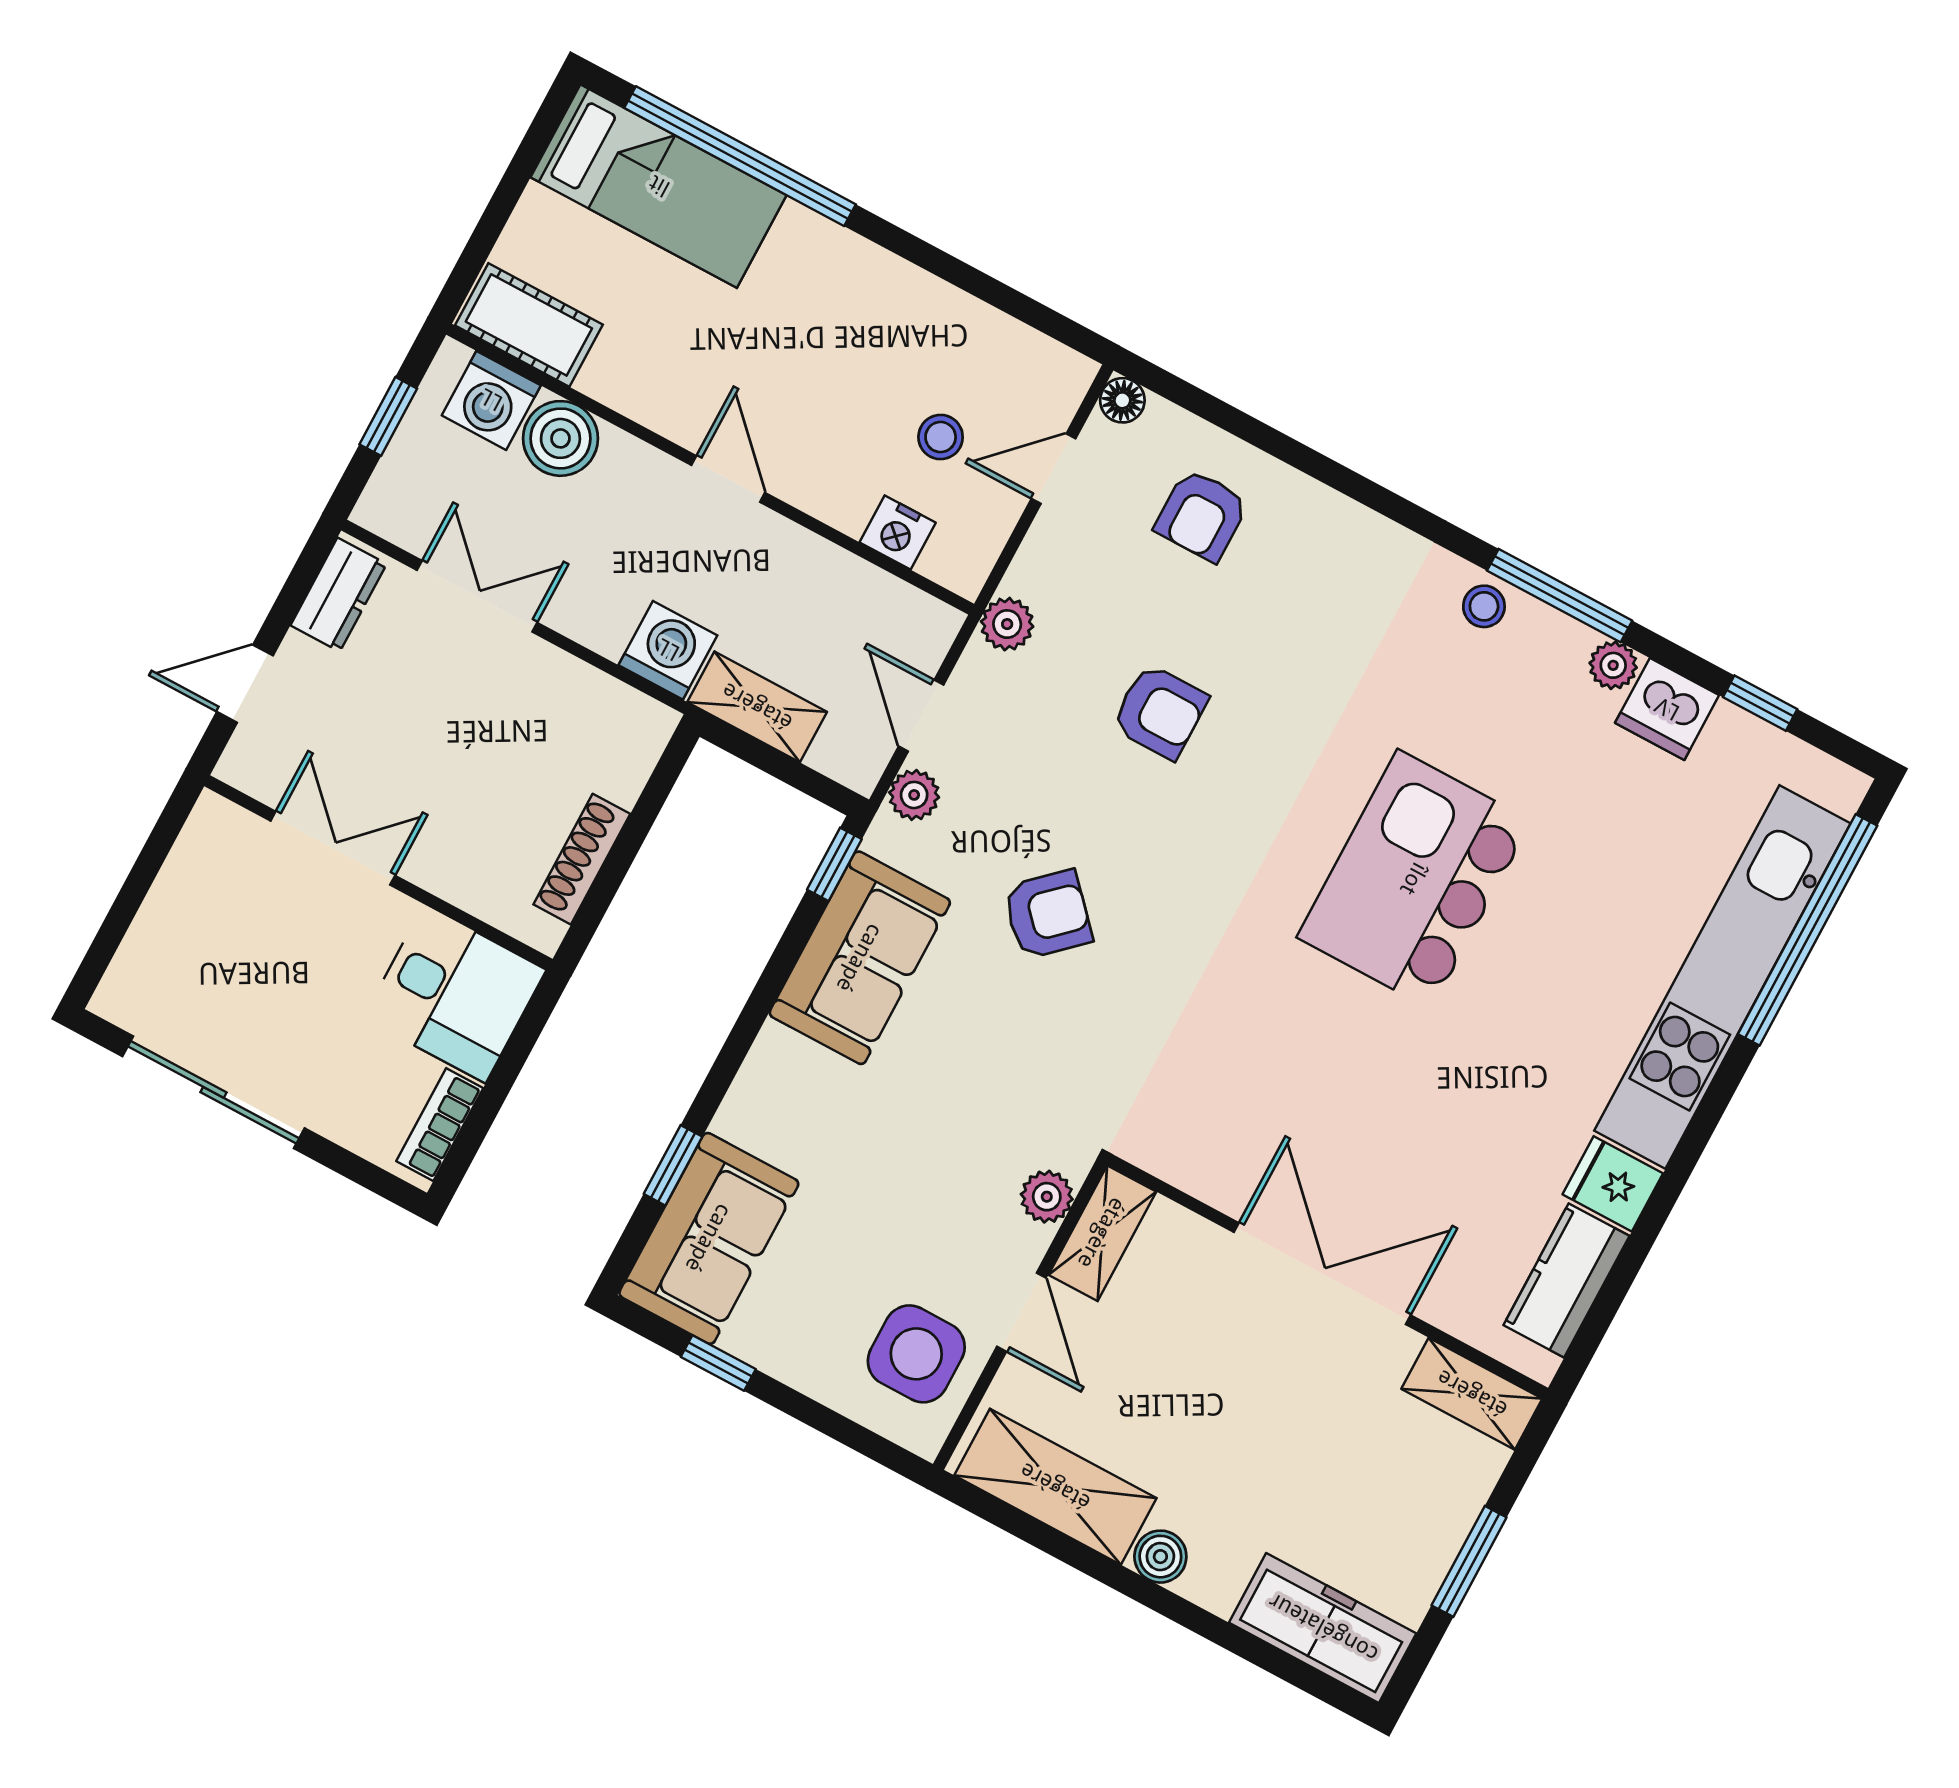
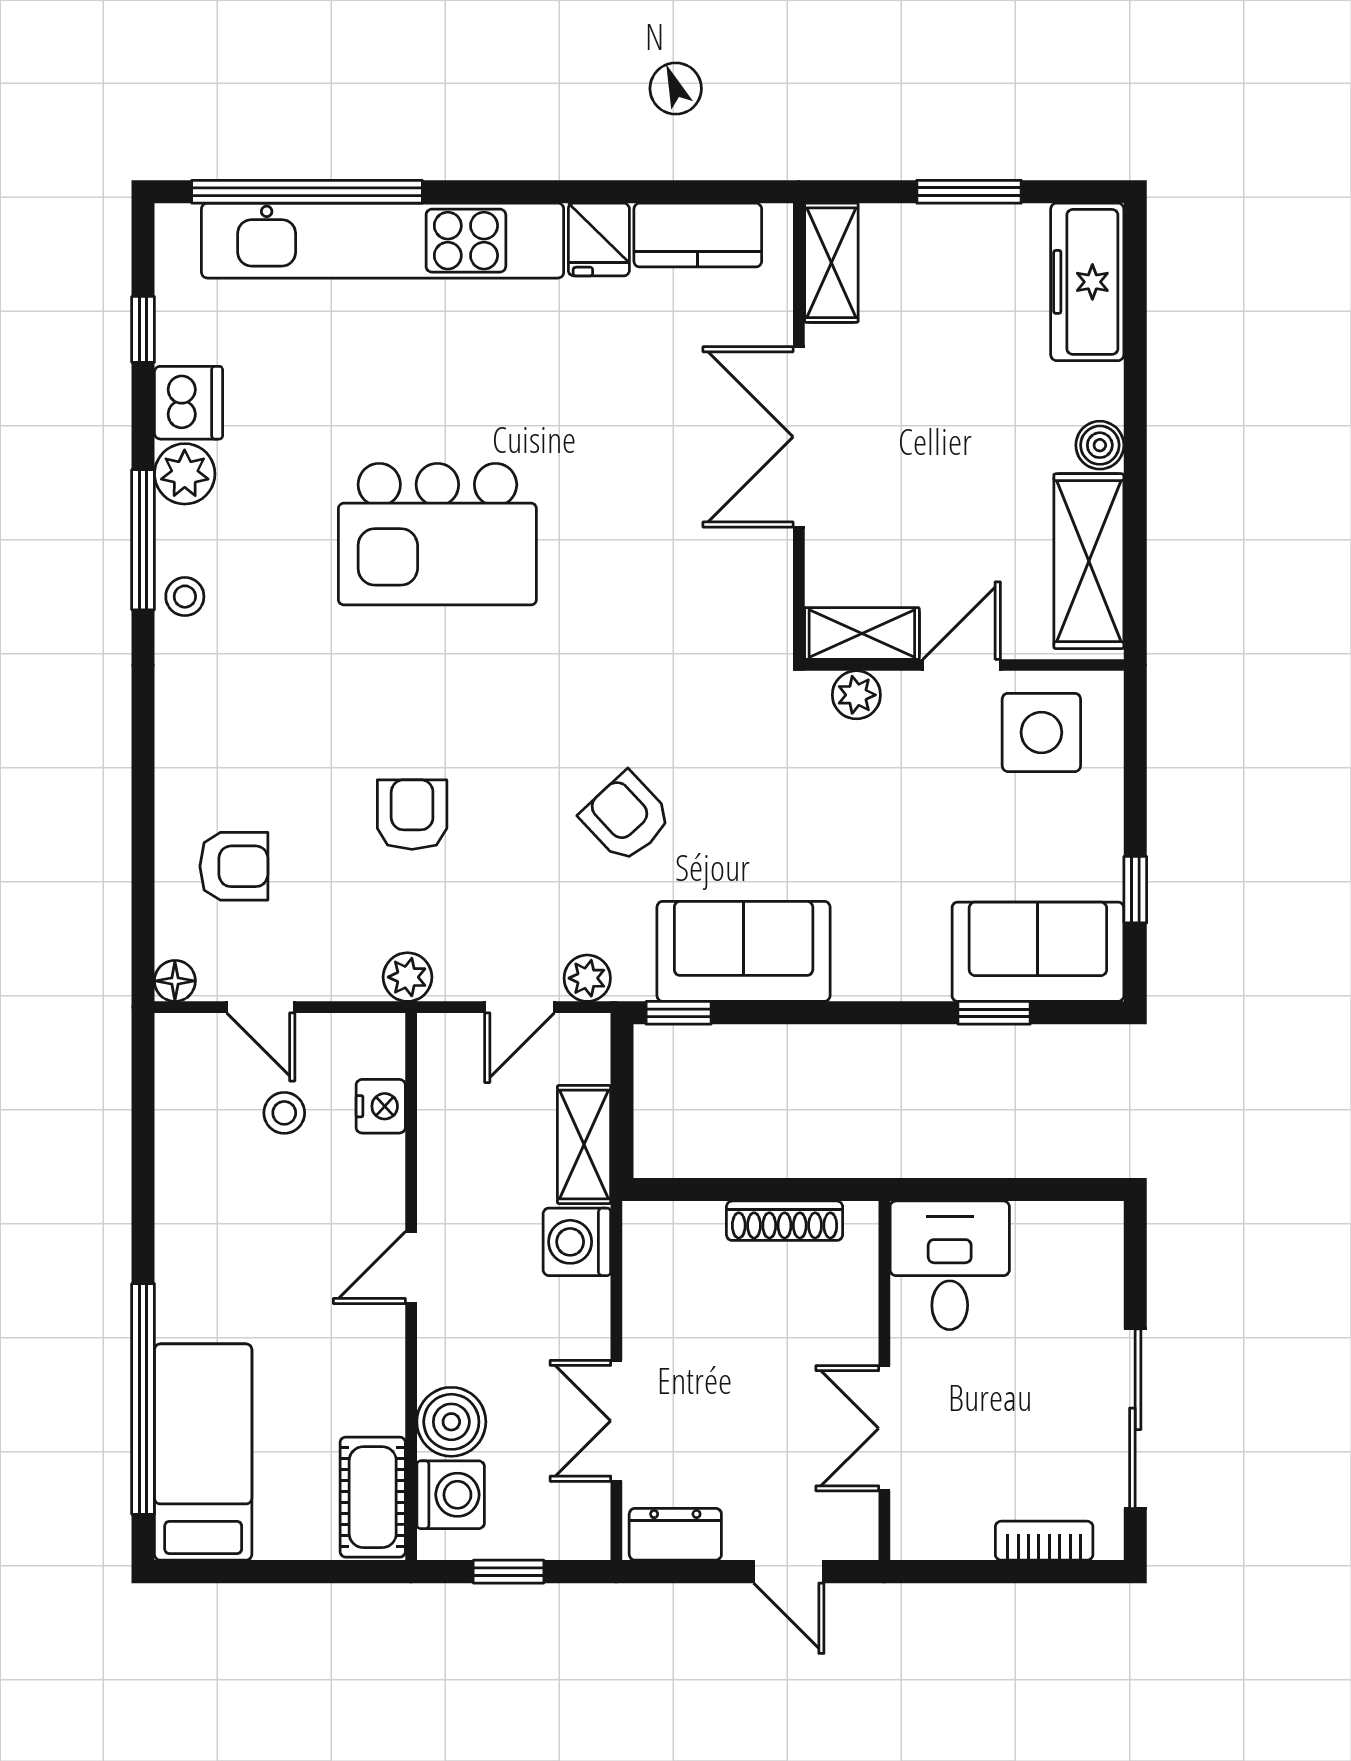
plant: (1613, 665) -> (185, 474), width x1.38, depth x1.38
bookcase: (440, 1125) -> (1044, 1541), moved, turned 180

